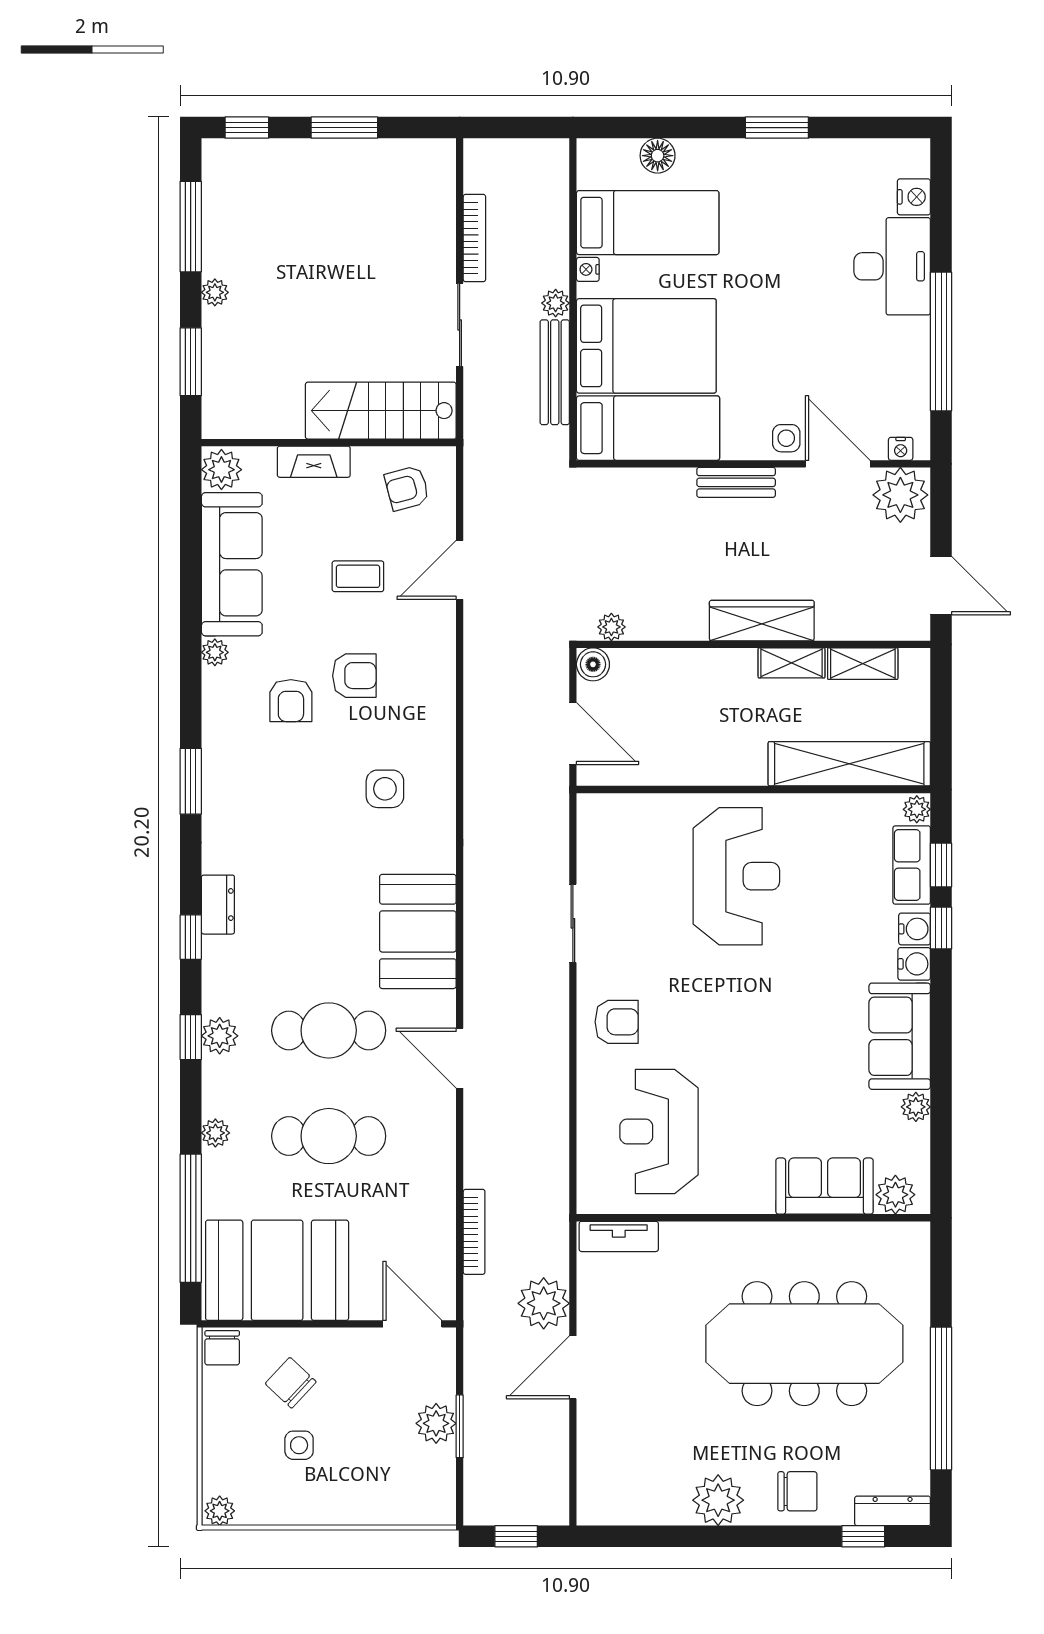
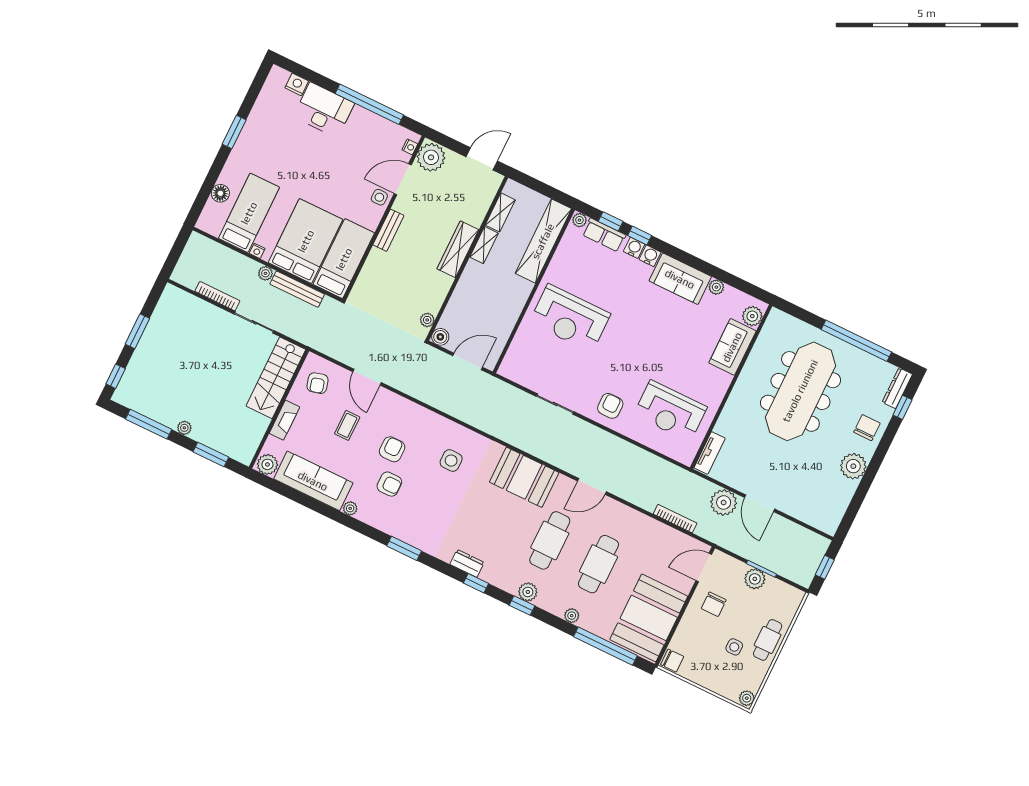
reception desk: (736, 876) -> (570, 318), turned 180
chair: (291, 1383) -> (714, 604), moved, turned -43
cafe table: (340, 1498) -> (768, 640), added

